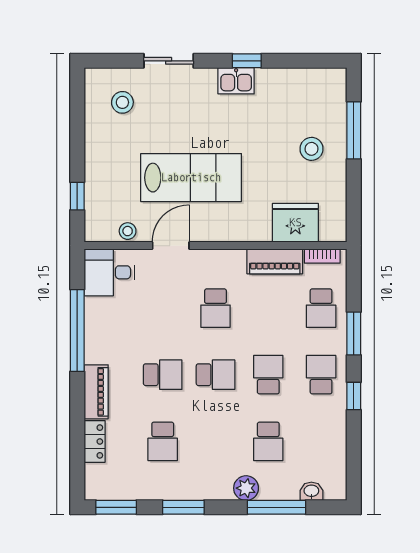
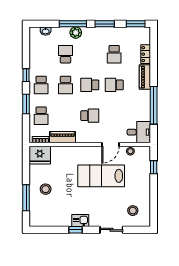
fridge: (295, 223) -> (40, 155), moved
school desk: (215, 308) -> (90, 116), turned 90
school desk: (321, 308) -> (41, 116), turned 180
school desk: (163, 441) -> (114, 54), turned 180
window: (276, 507) -> (73, 24), moved

